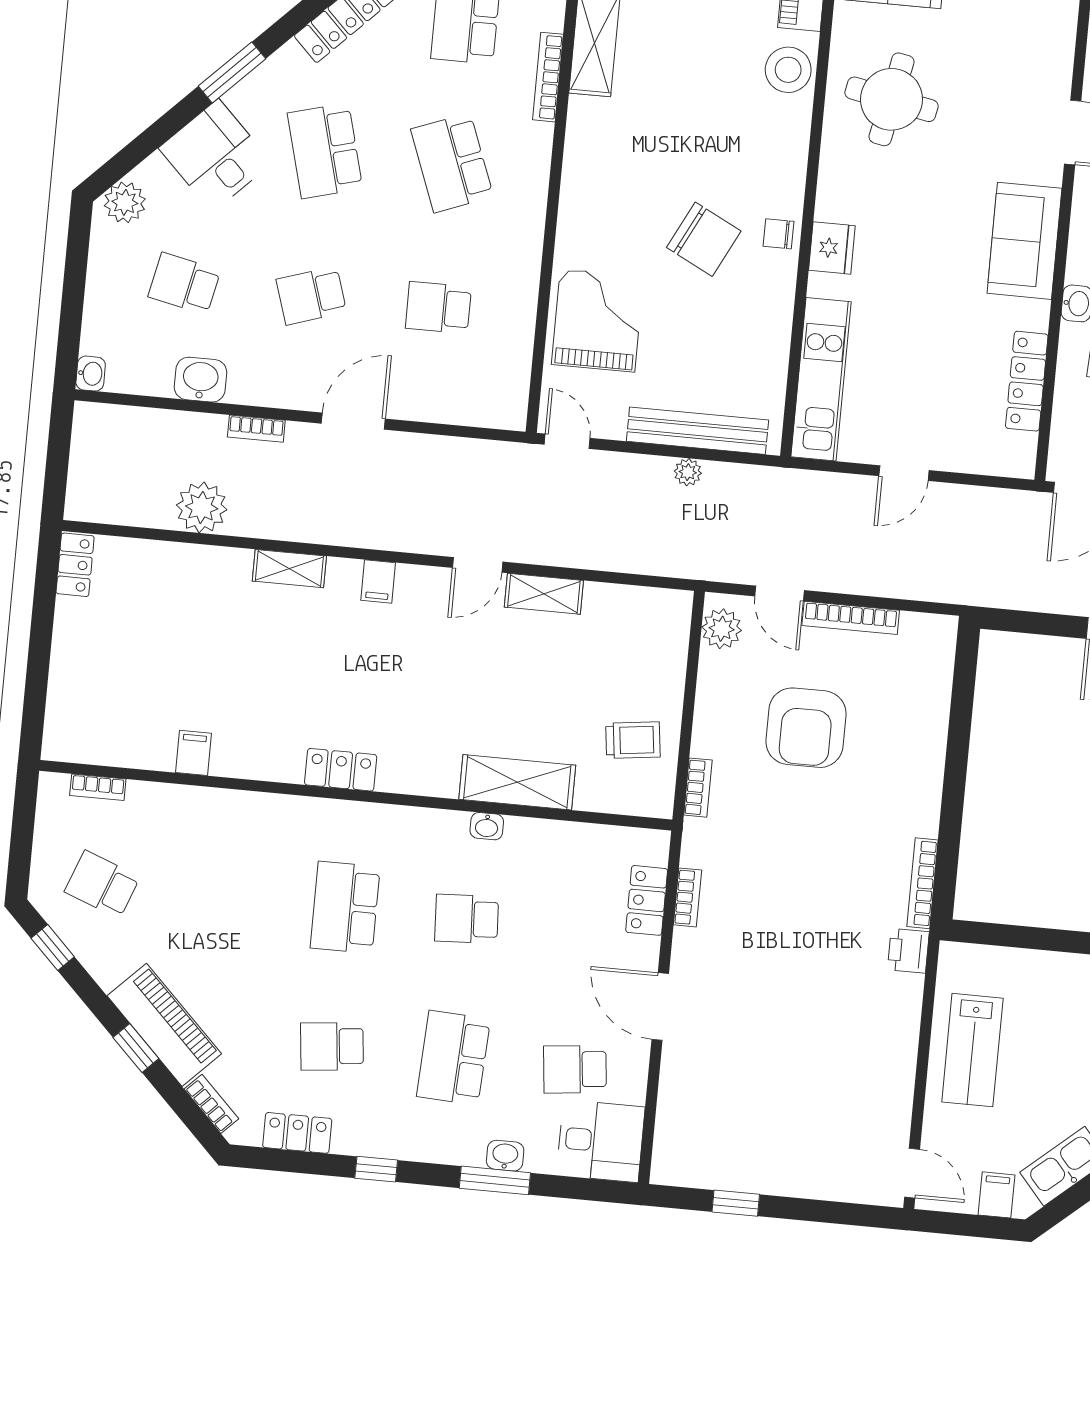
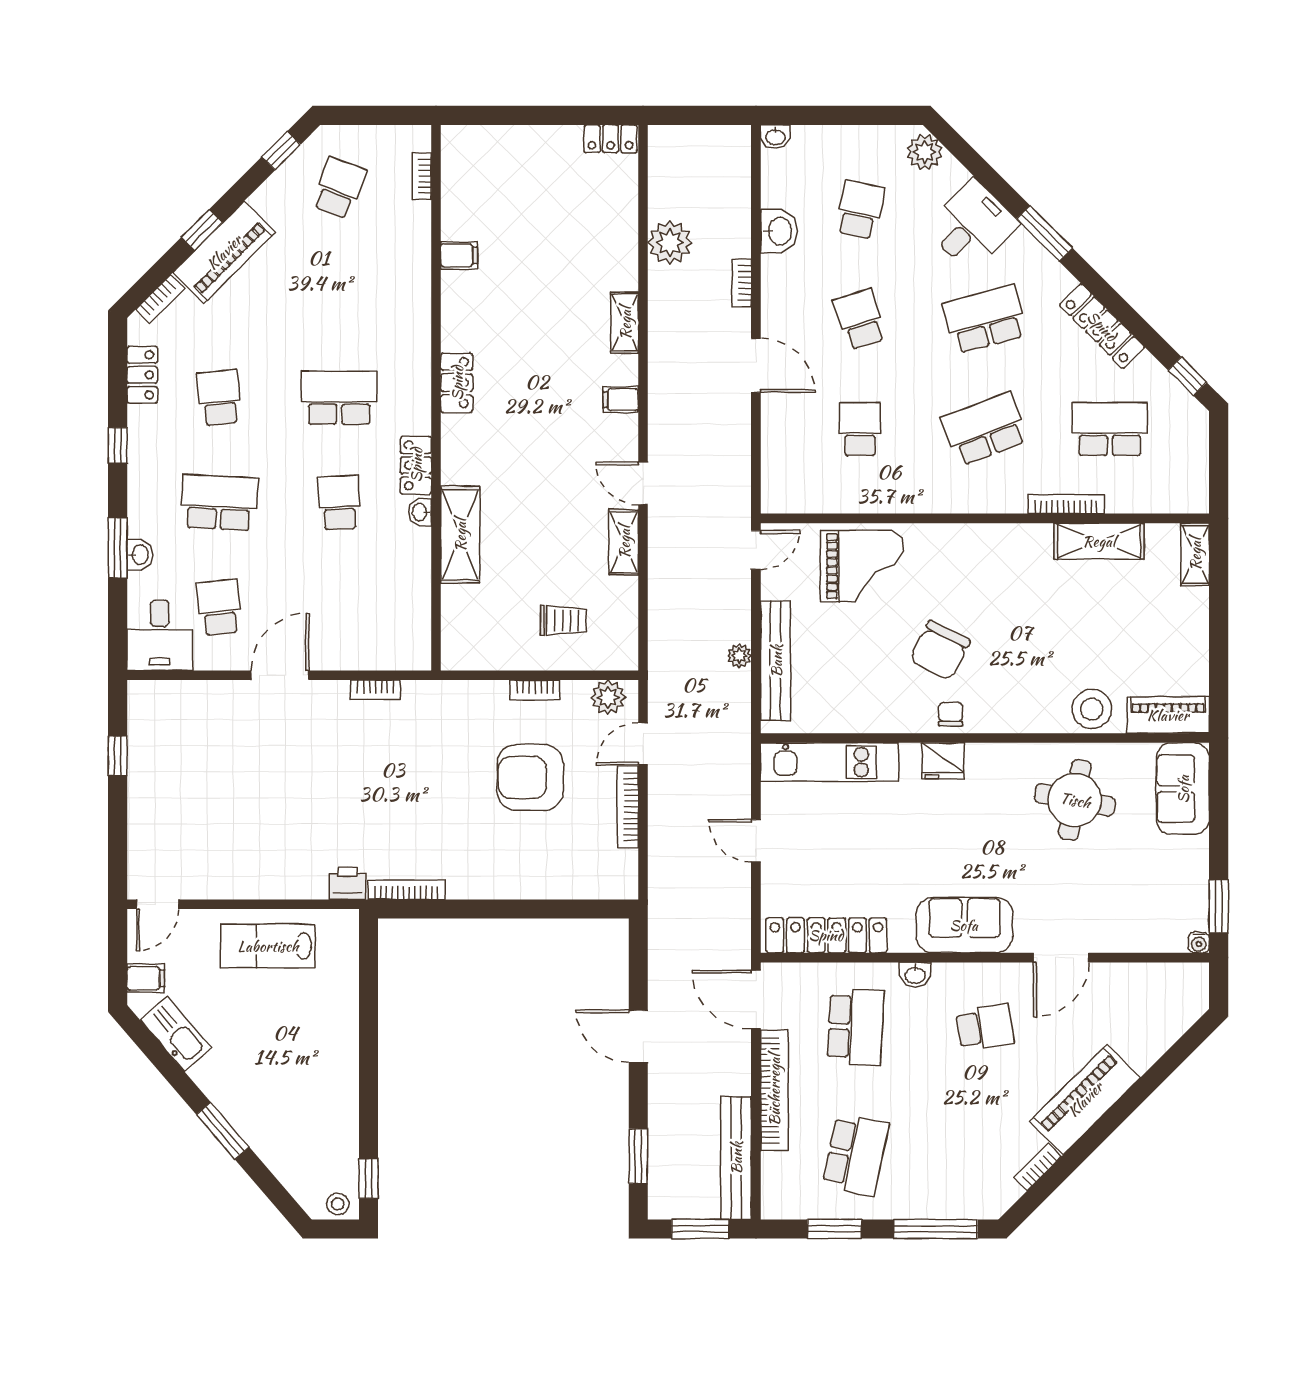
locker: (1027, 381) -> (826, 935), width x1.41, depth x1.21
trolley: (633, 740) -> (563, 620), moved, turned -83
bookcase: (698, 788) -> (535, 690), moved
locker: (647, 900) -> (416, 465), moved, turned -90

